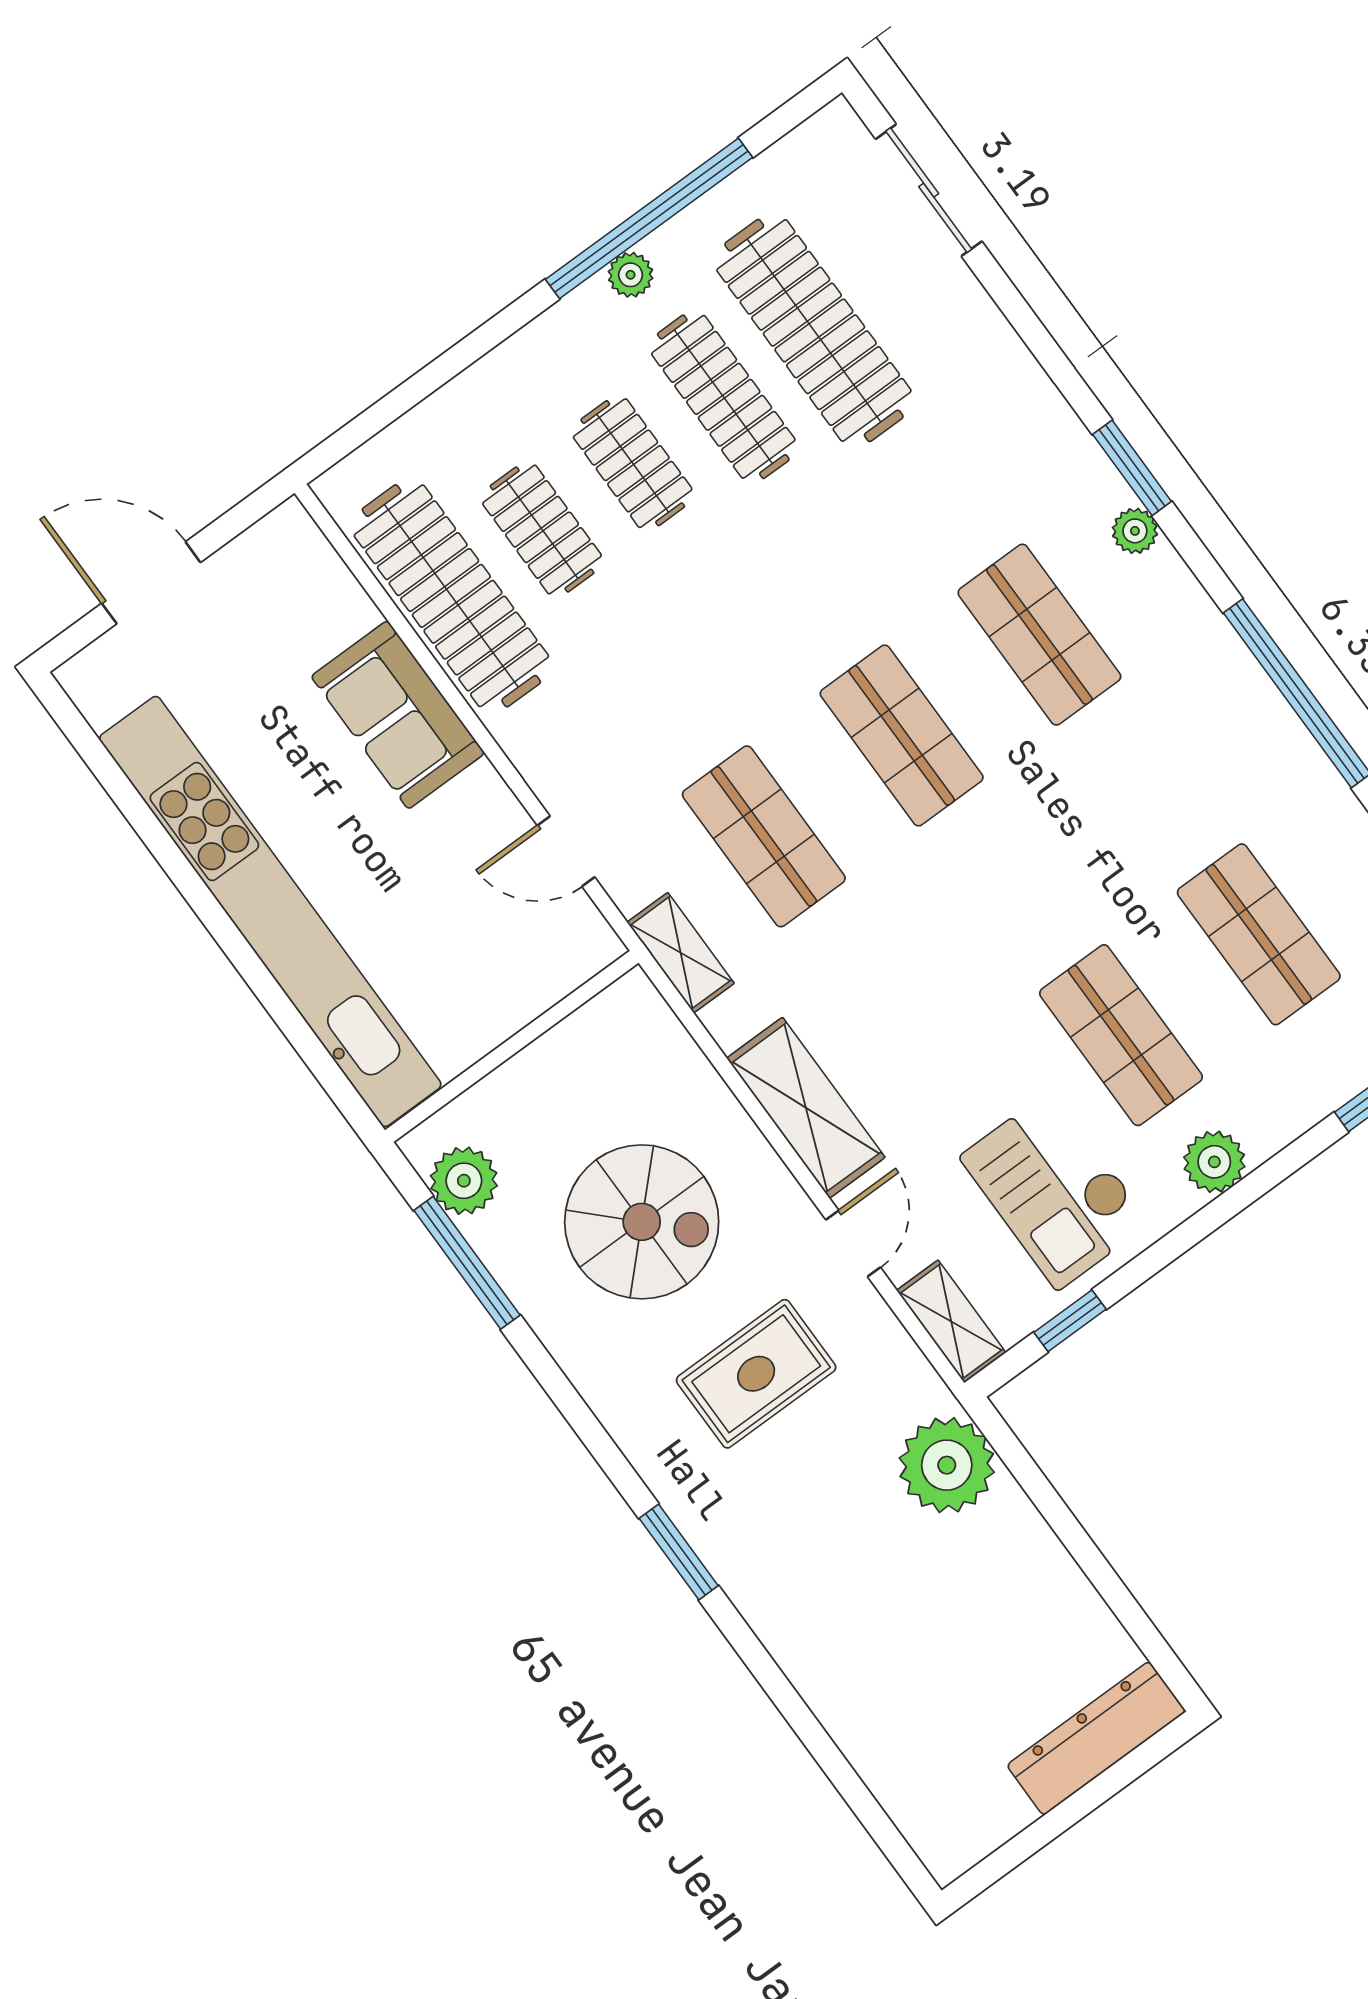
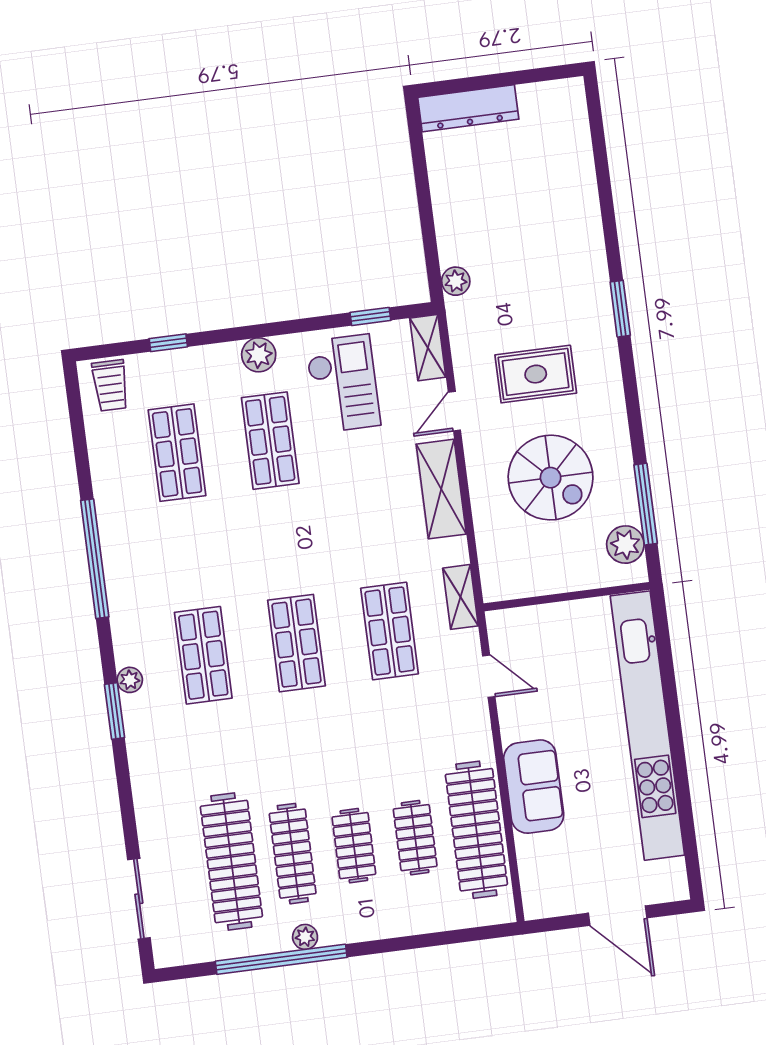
spiral stairs: (642, 1222) -> (551, 478), turned 180
plant: (947, 1465) -> (456, 281), width x0.53, depth x0.53

